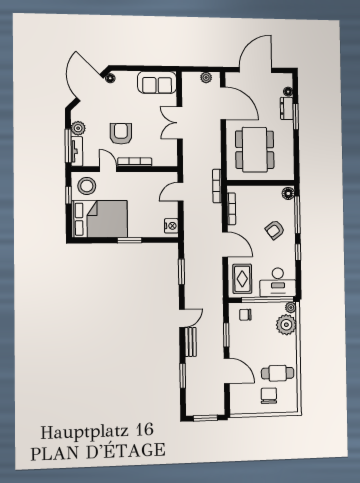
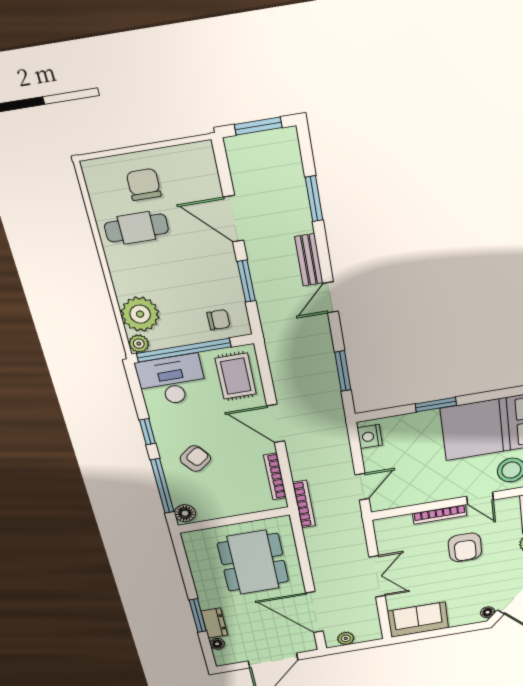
chair: (269, 396) -> (144, 184), turned 180

